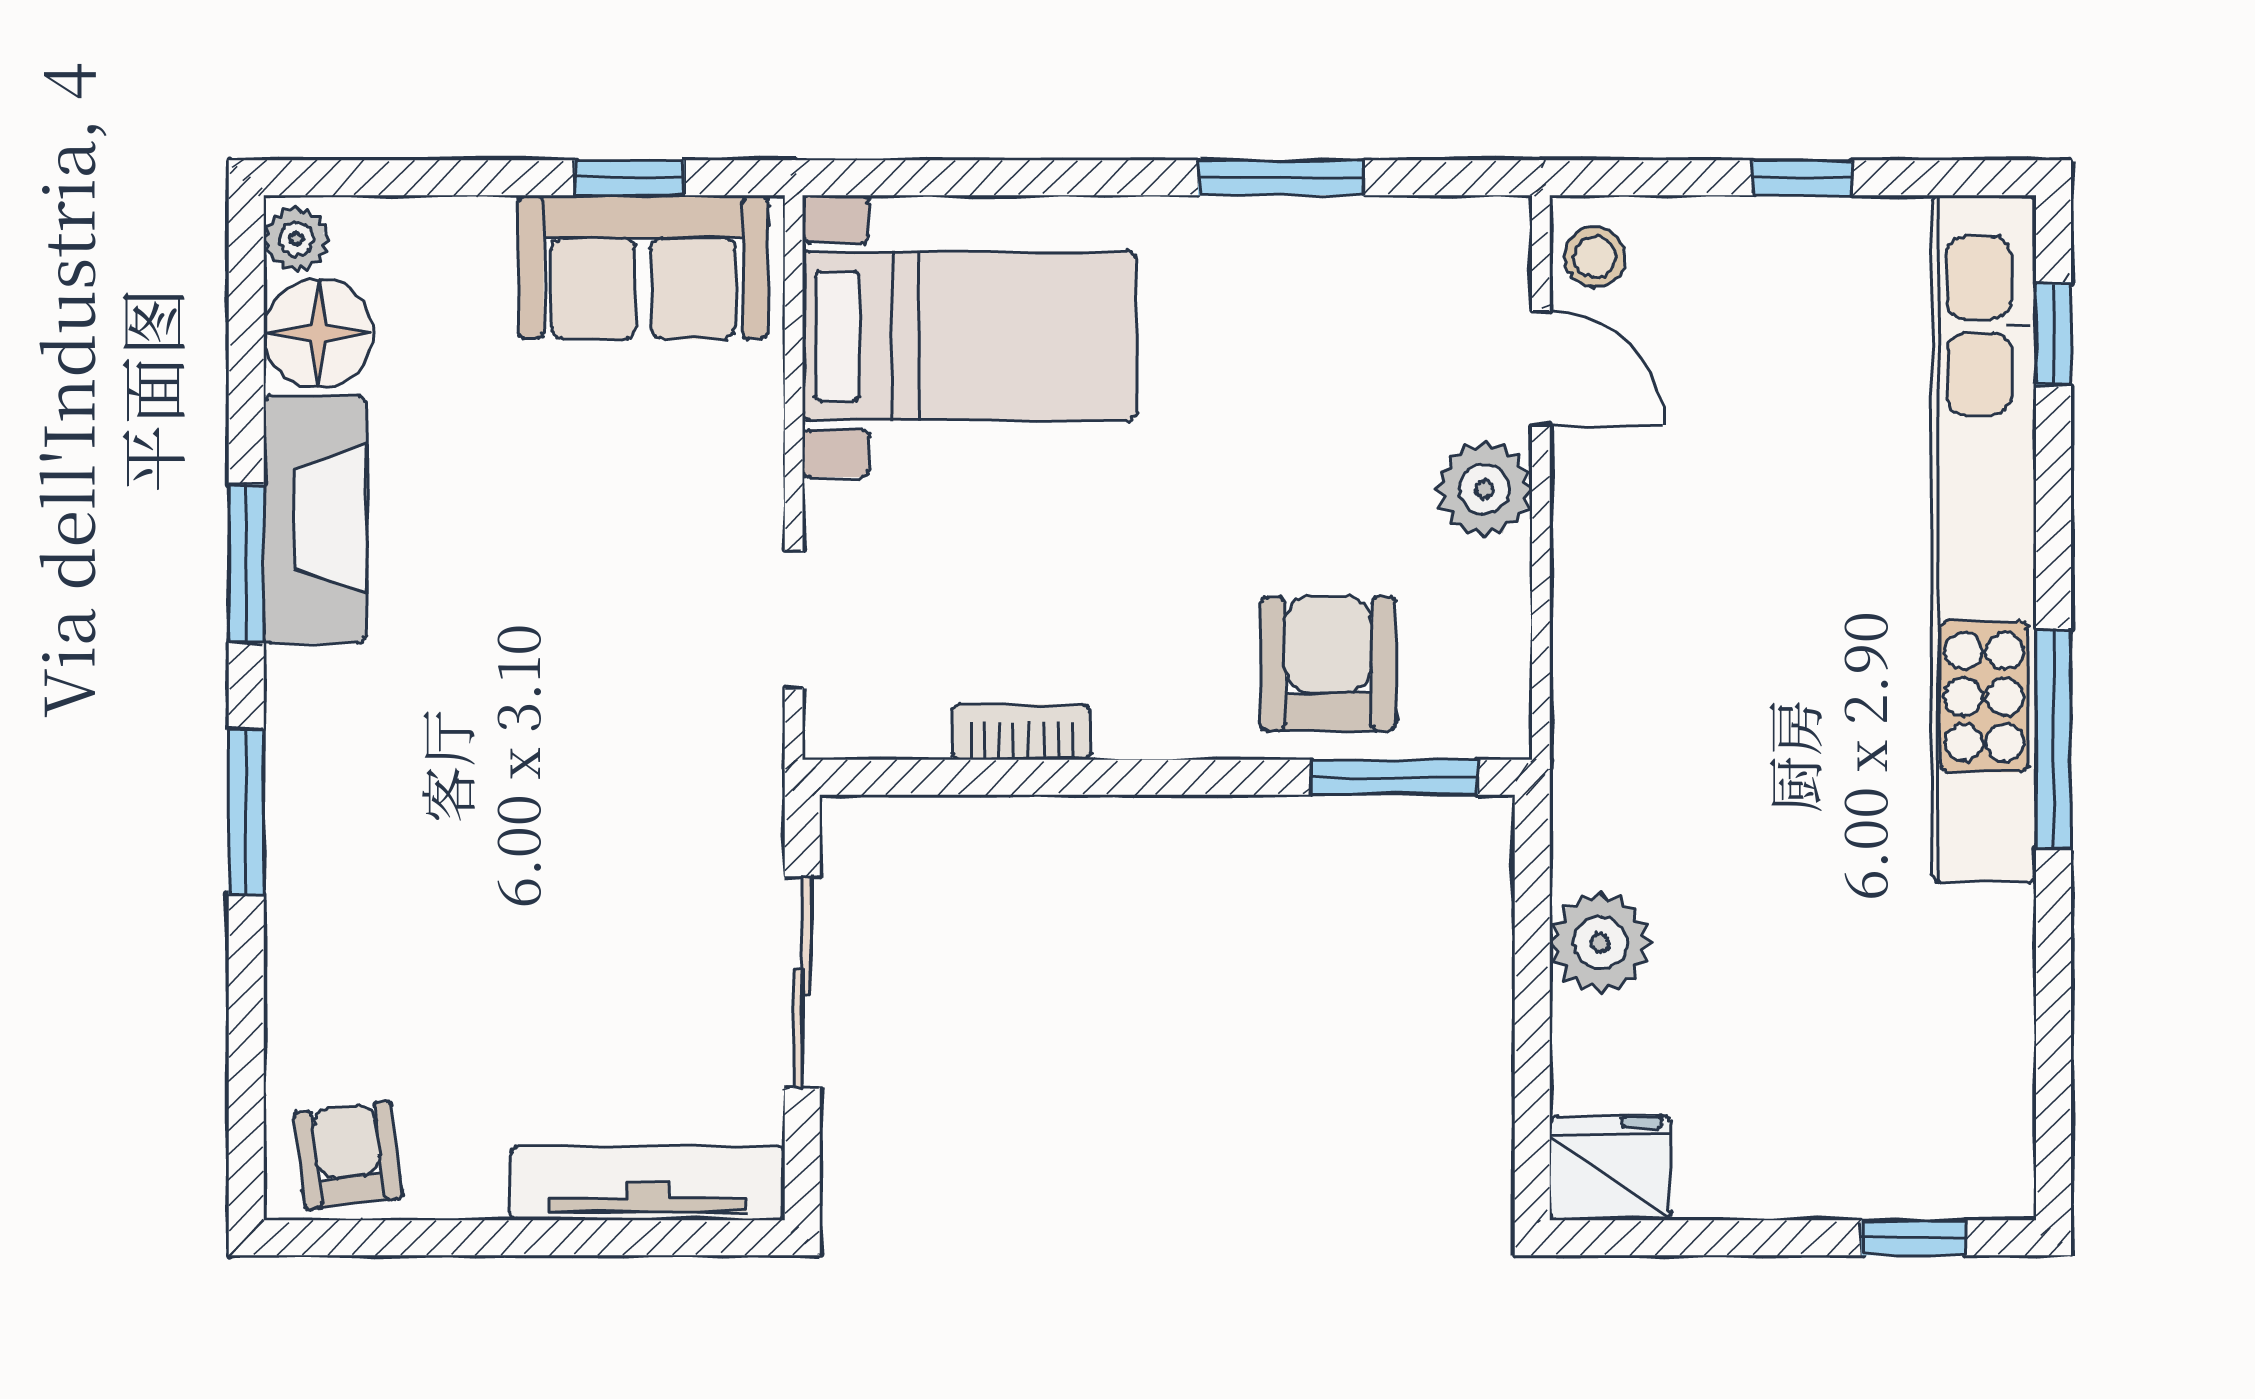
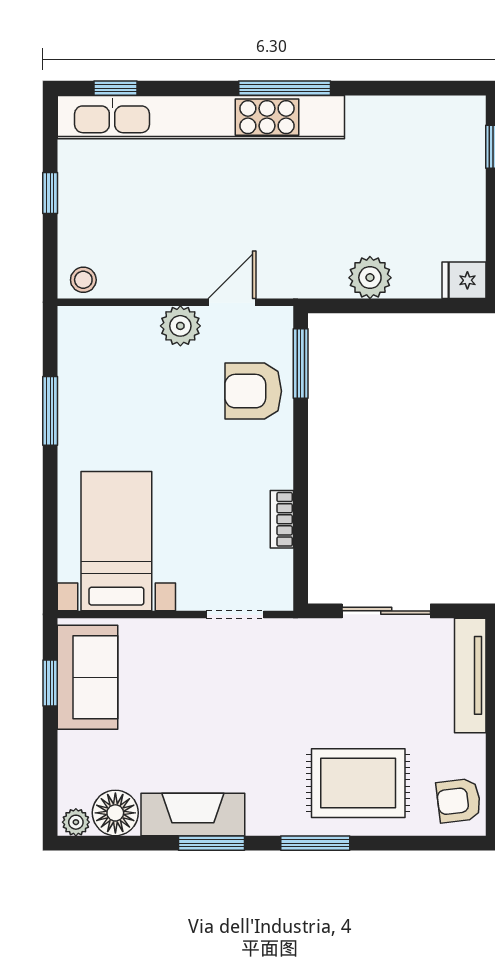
door: (1541, 368) -> (232, 302), moved
rug: (390, 915) -> (358, 783), added
fridge: (1610, 1168) -> (464, 280), width x0.72

